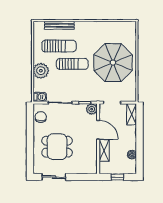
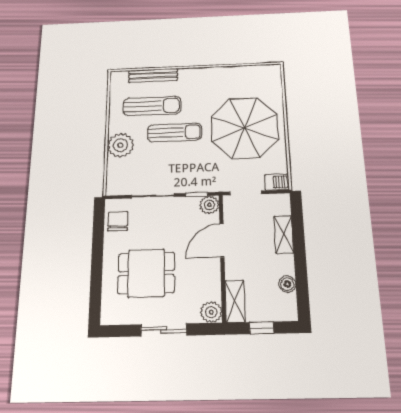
barbecue: (40, 97) -> (277, 182), moved
shelving: (132, 114) -> (284, 235), moved
door: (98, 130) -> (222, 240), swing flipped
shelving: (104, 150) -> (235, 301), moved
plant: (92, 168) -> (211, 312), added
sliding door: (54, 177) -> (164, 330), moved

